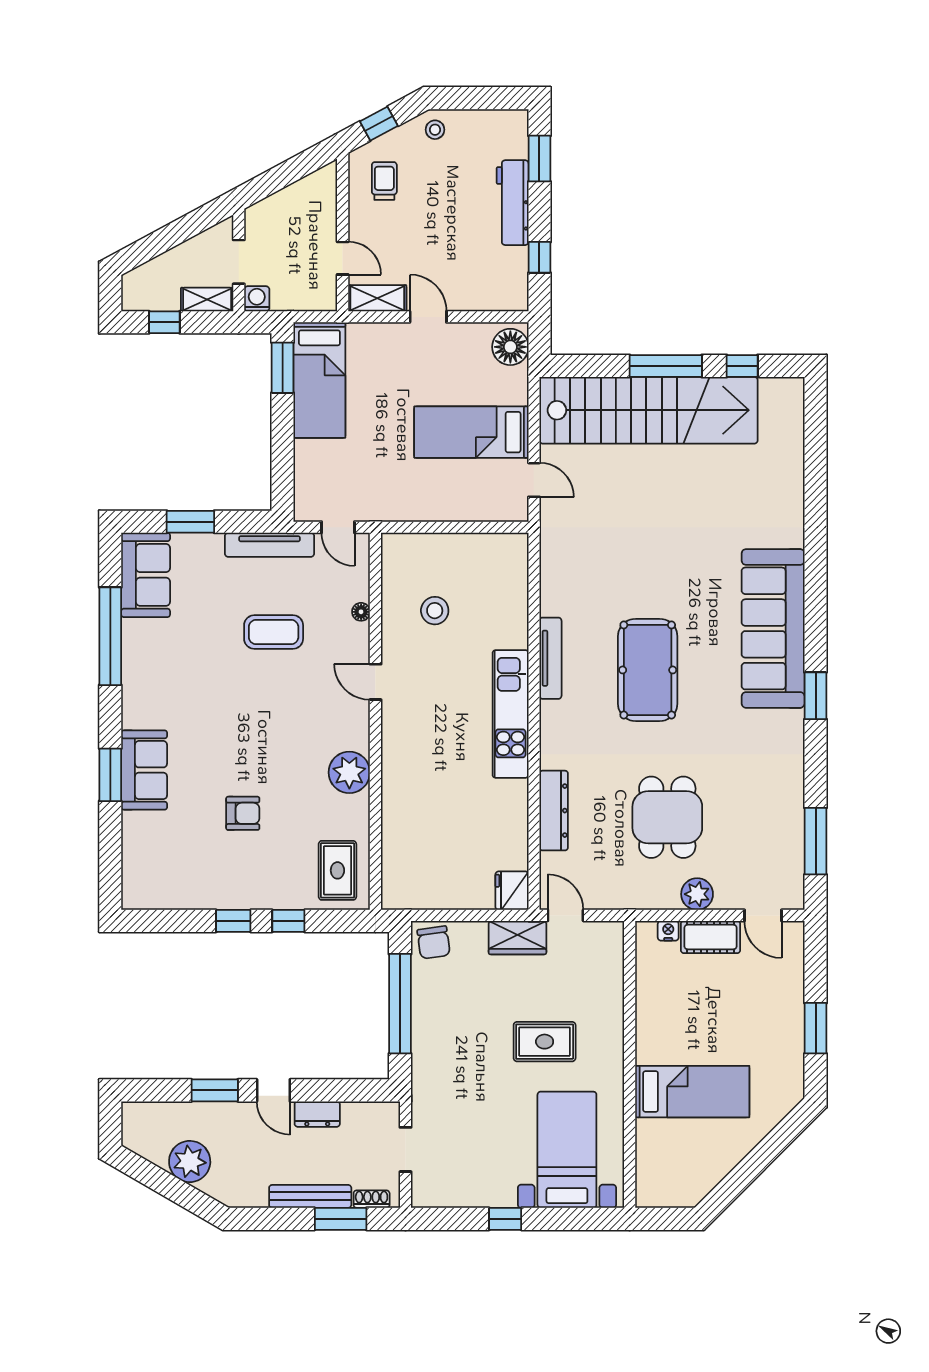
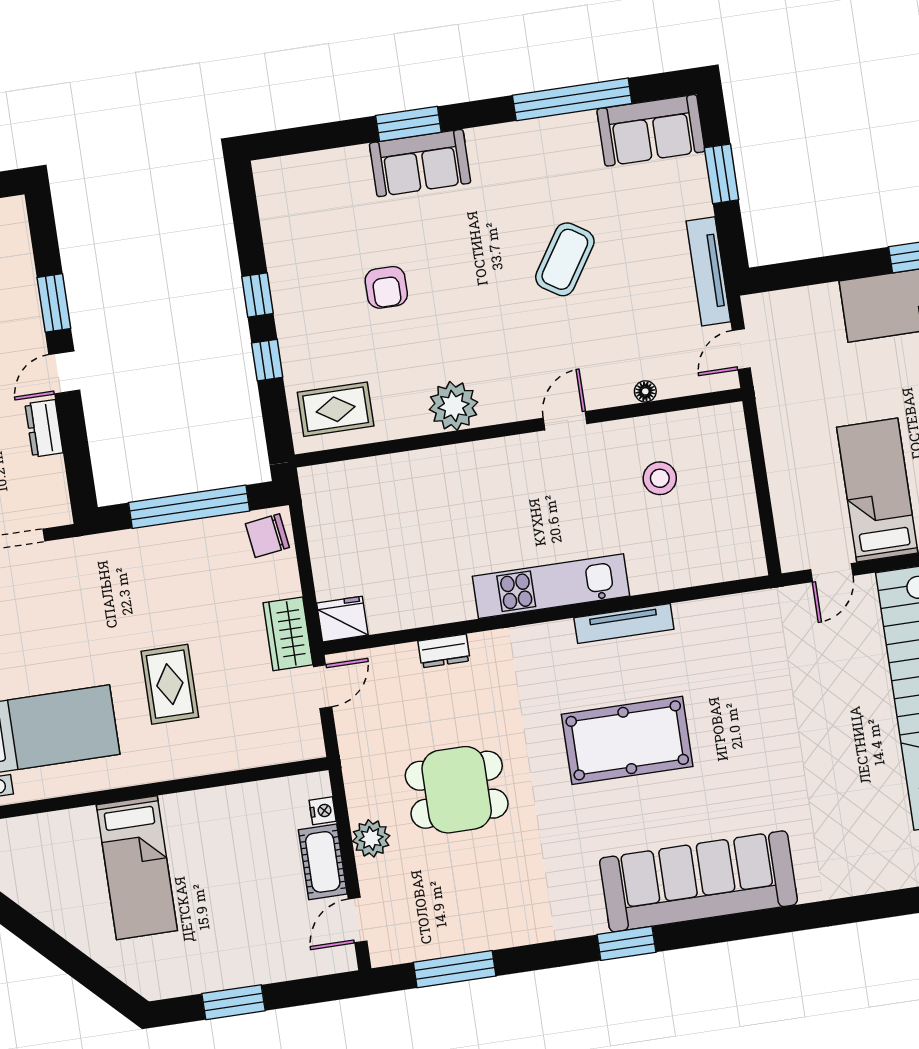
coffee table: (274, 632) -> (565, 259), moved, turned 33
dresser: (554, 811) -> (444, 651), width x0.51, depth x0.80

